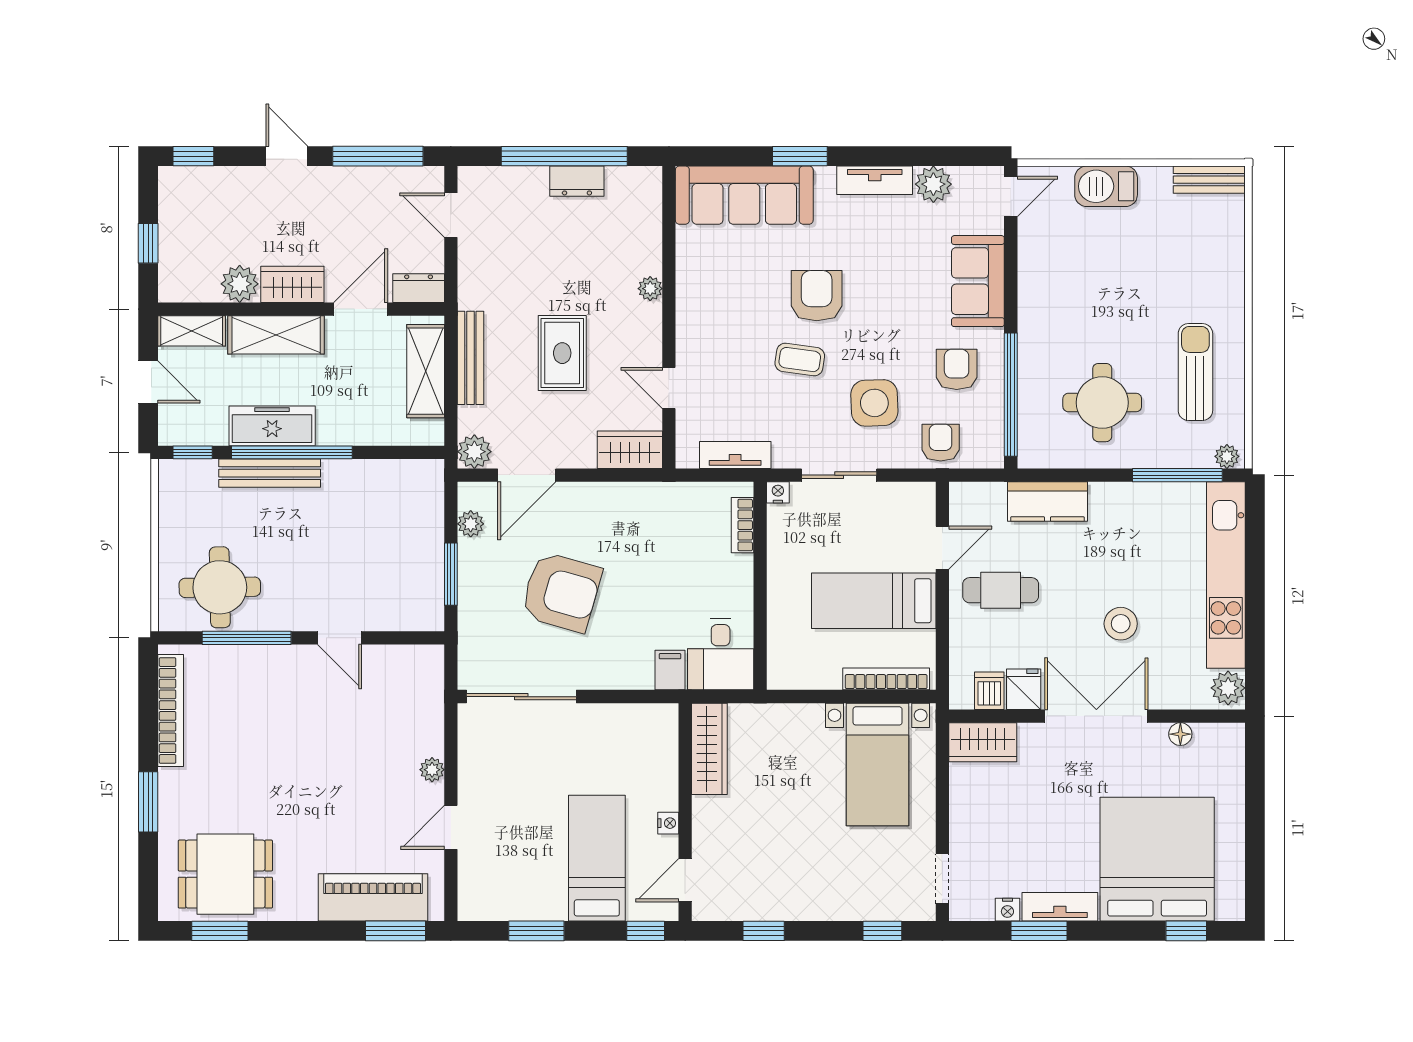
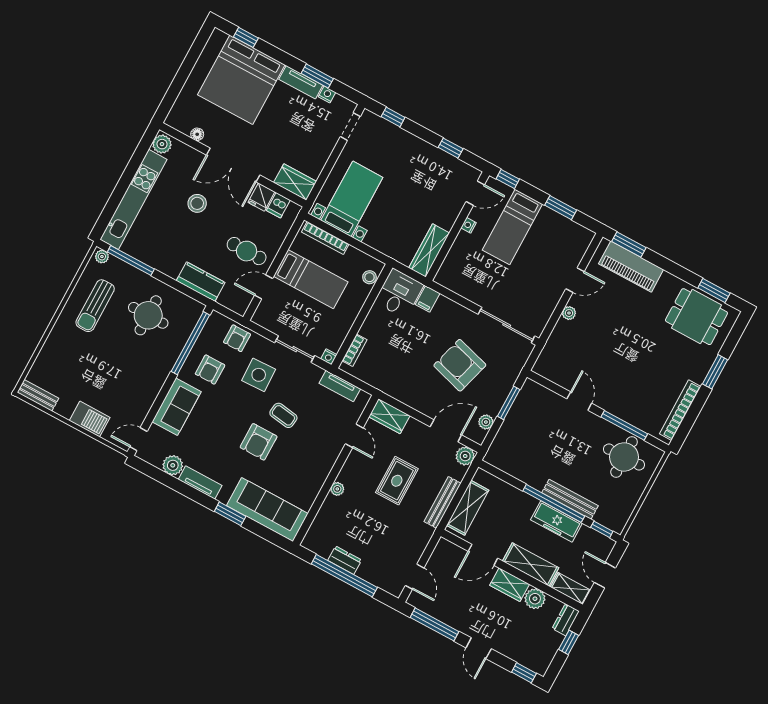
dresser: (419, 288) -> (566, 620), moved, turned 90
stool: (782, 655) -> (369, 277), added

